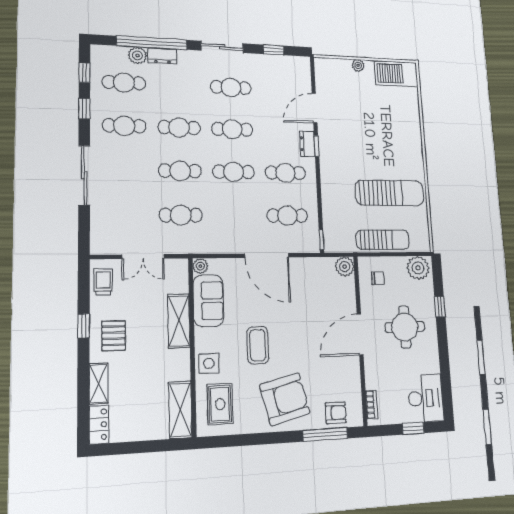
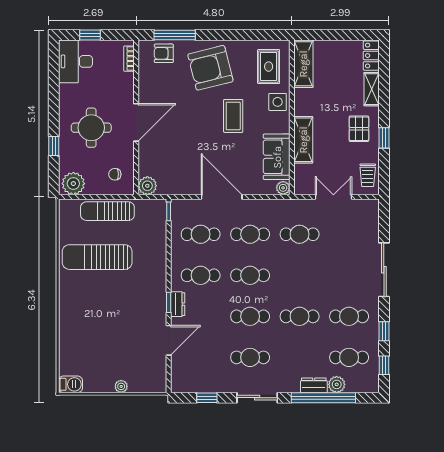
barbecue: (396, 74) -> (71, 384), width x0.53, depth x0.65
cafe table: (180, 171) -> (250, 234), moved

